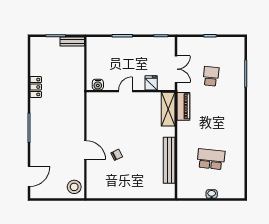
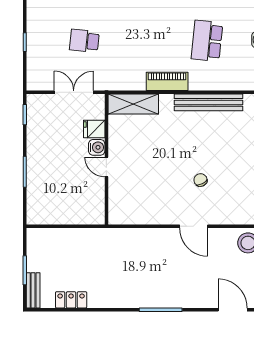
bench: (72, 42) -> (33, 290), moved
water cooler: (98, 85) -> (97, 147), moved
locker: (36, 87) -> (71, 300), moved
piano: (183, 106) -> (167, 81), moved
door: (85, 150) -> (194, 226), swing flipped

